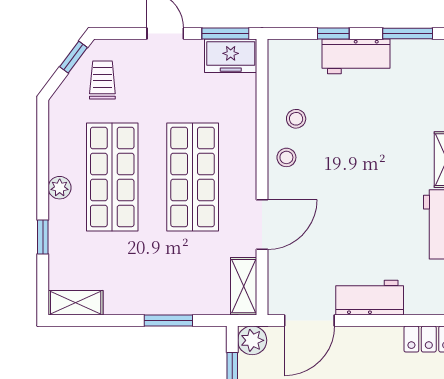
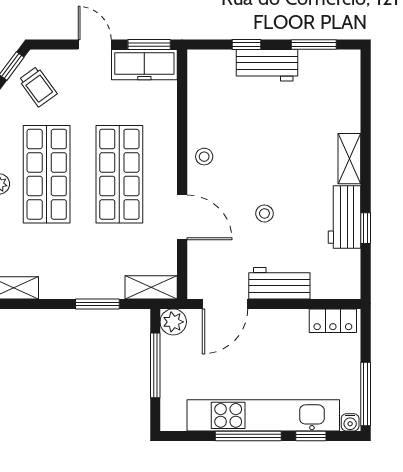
freezer: (231, 56) -> (144, 65), width x1.40
trolley: (102, 80) -> (38, 87), turned 144
stool: (296, 119) -> (264, 213), moved
door: (262, 225) -> (182, 217), hinge flipped
shelving: (244, 286) -> (151, 287), moved, turned 90

